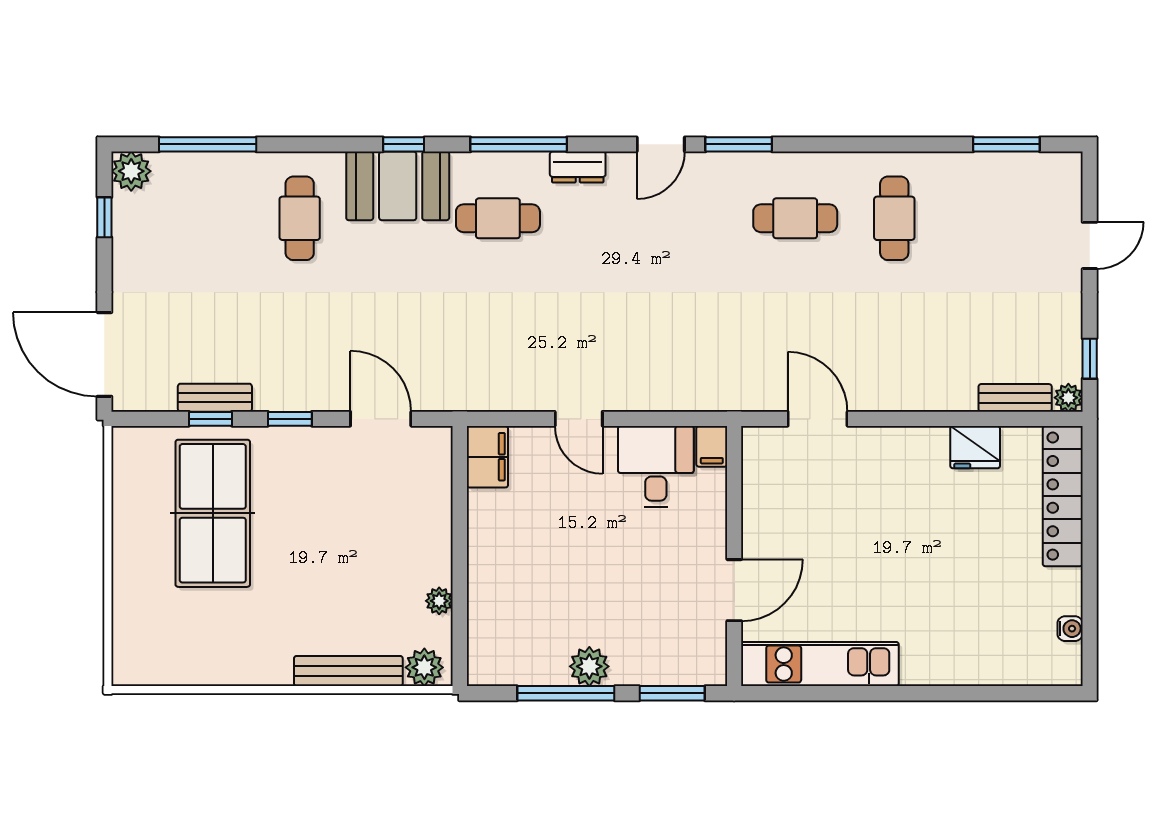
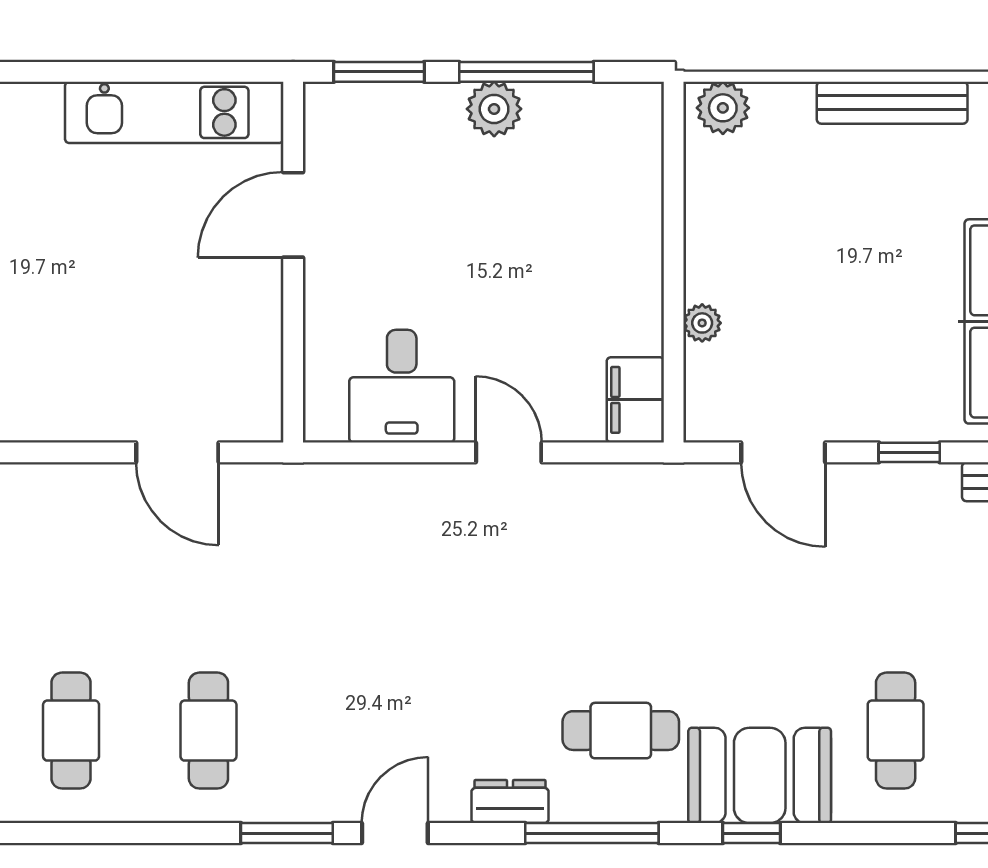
cafe table: (795, 218) -> (208, 731), turned 90
filing cabinet: (712, 446) -> (324, 414), removed
plant: (439, 601) -> (702, 323), moved
bench: (348, 671) -> (892, 103), moved

